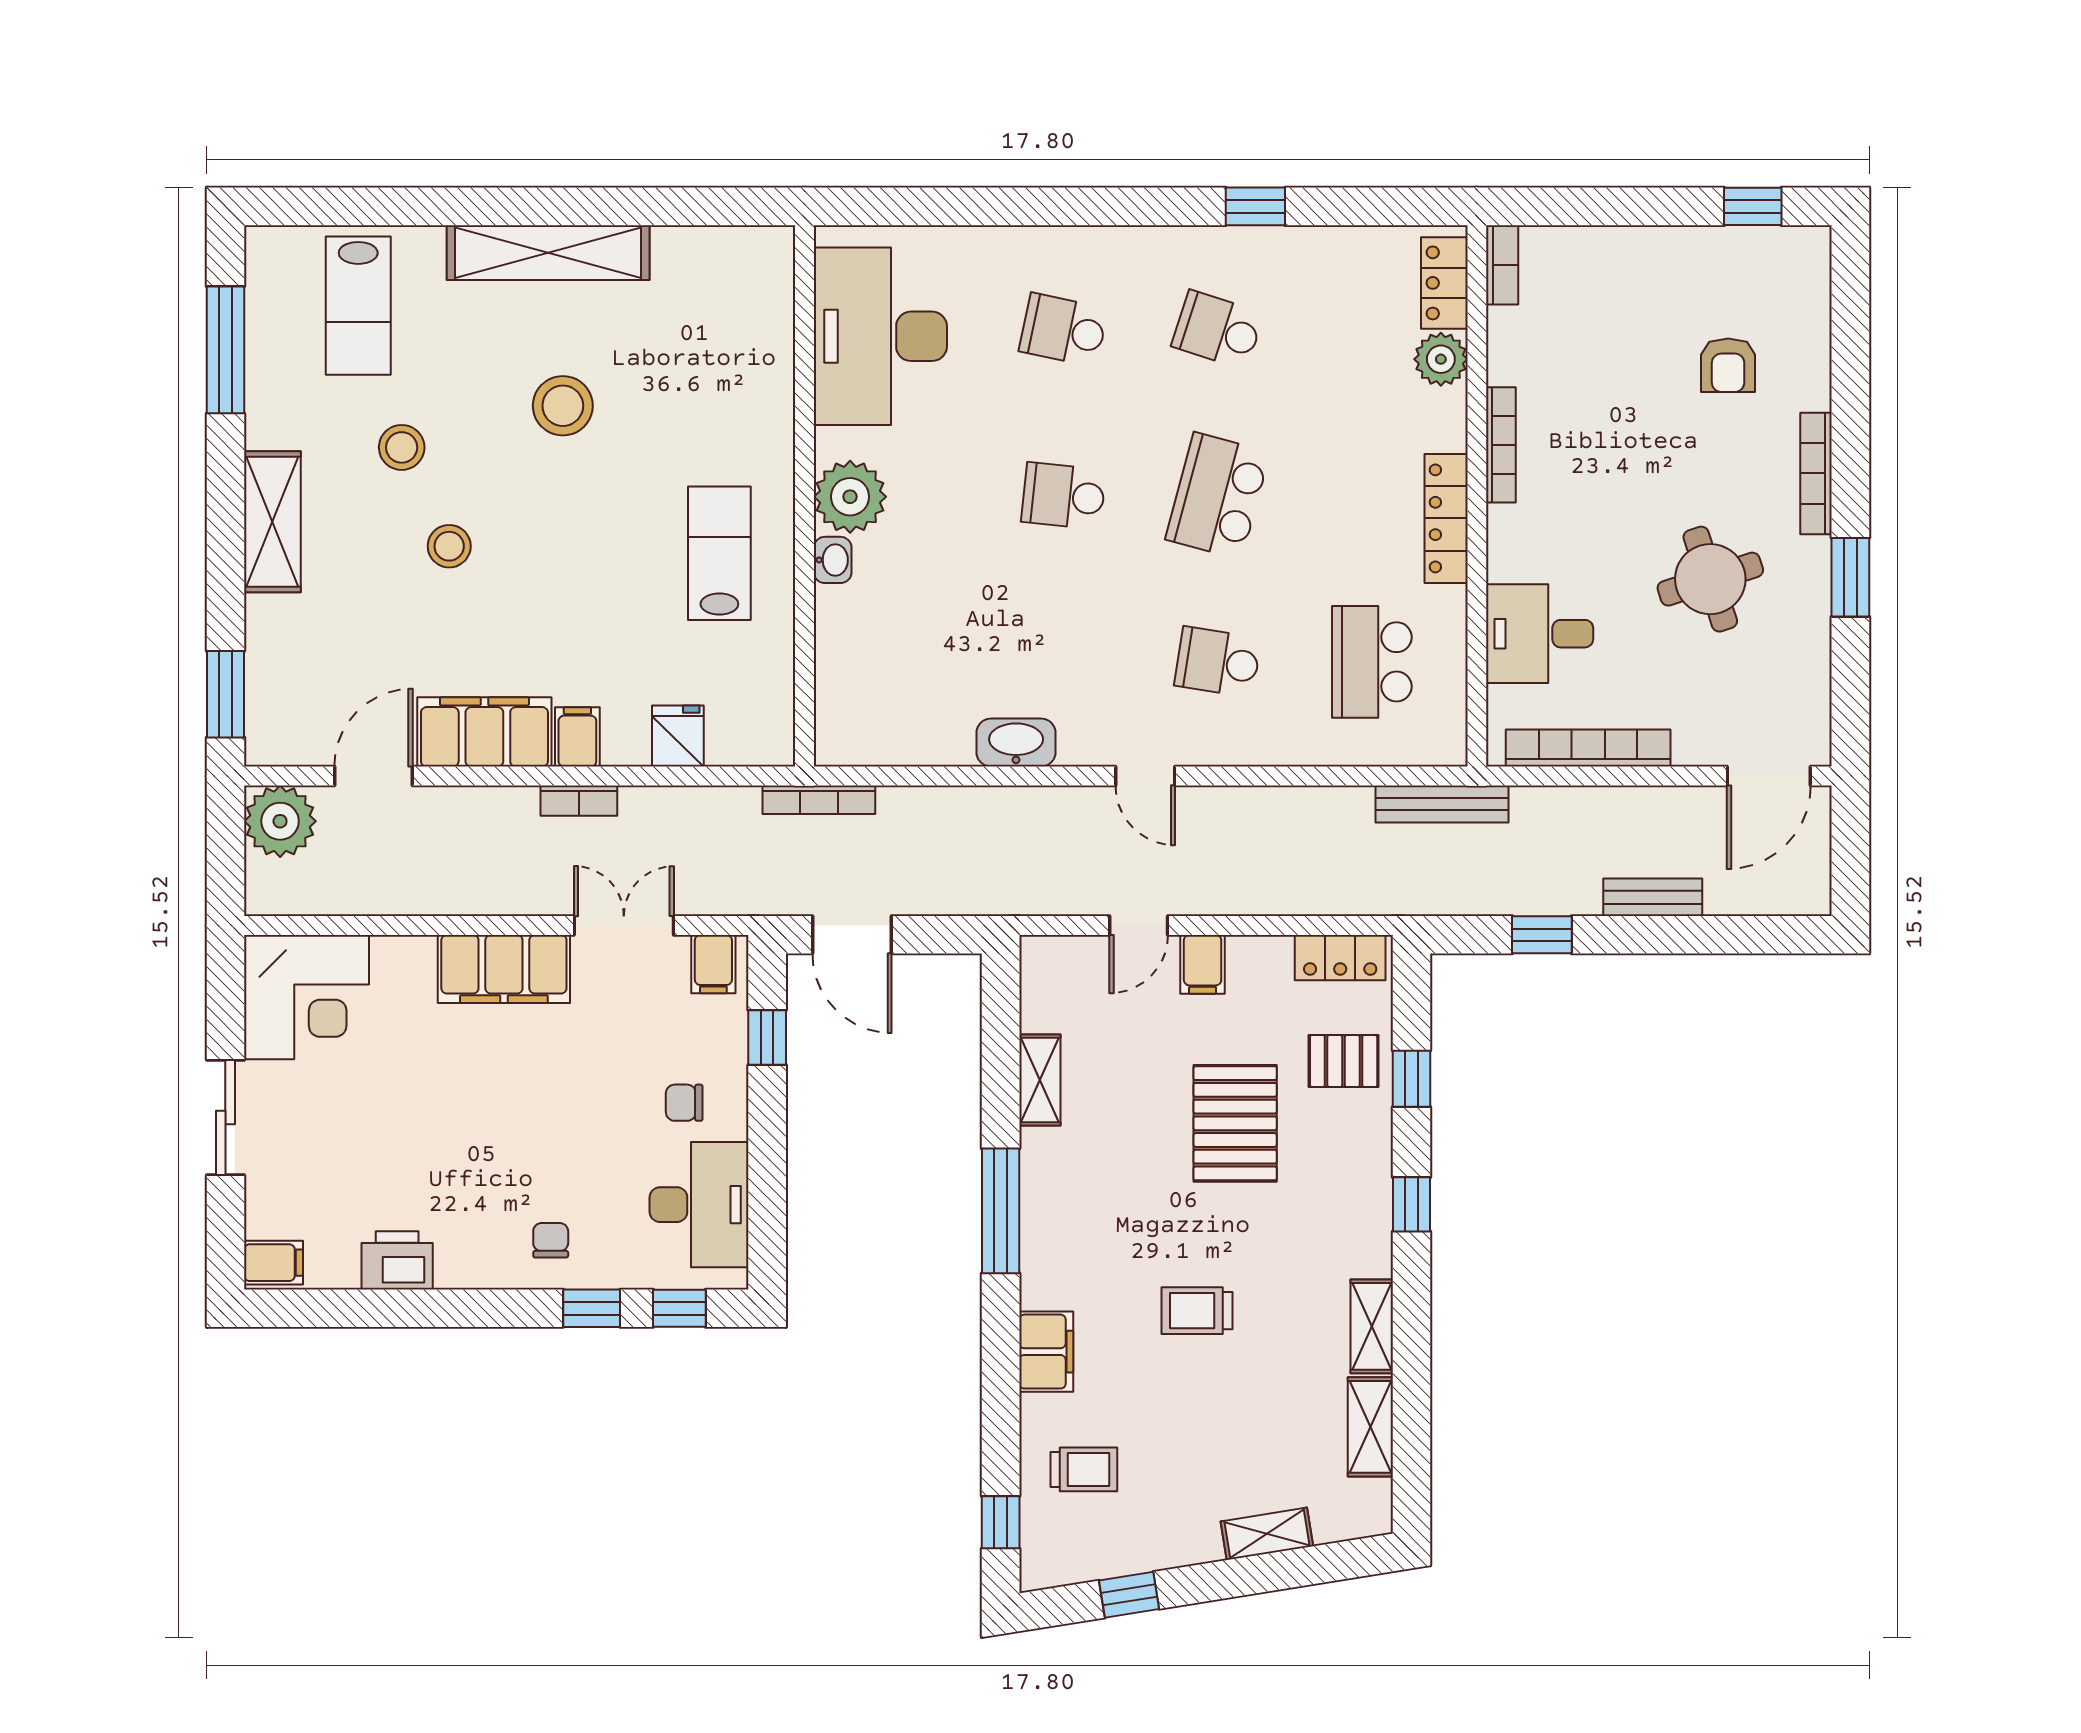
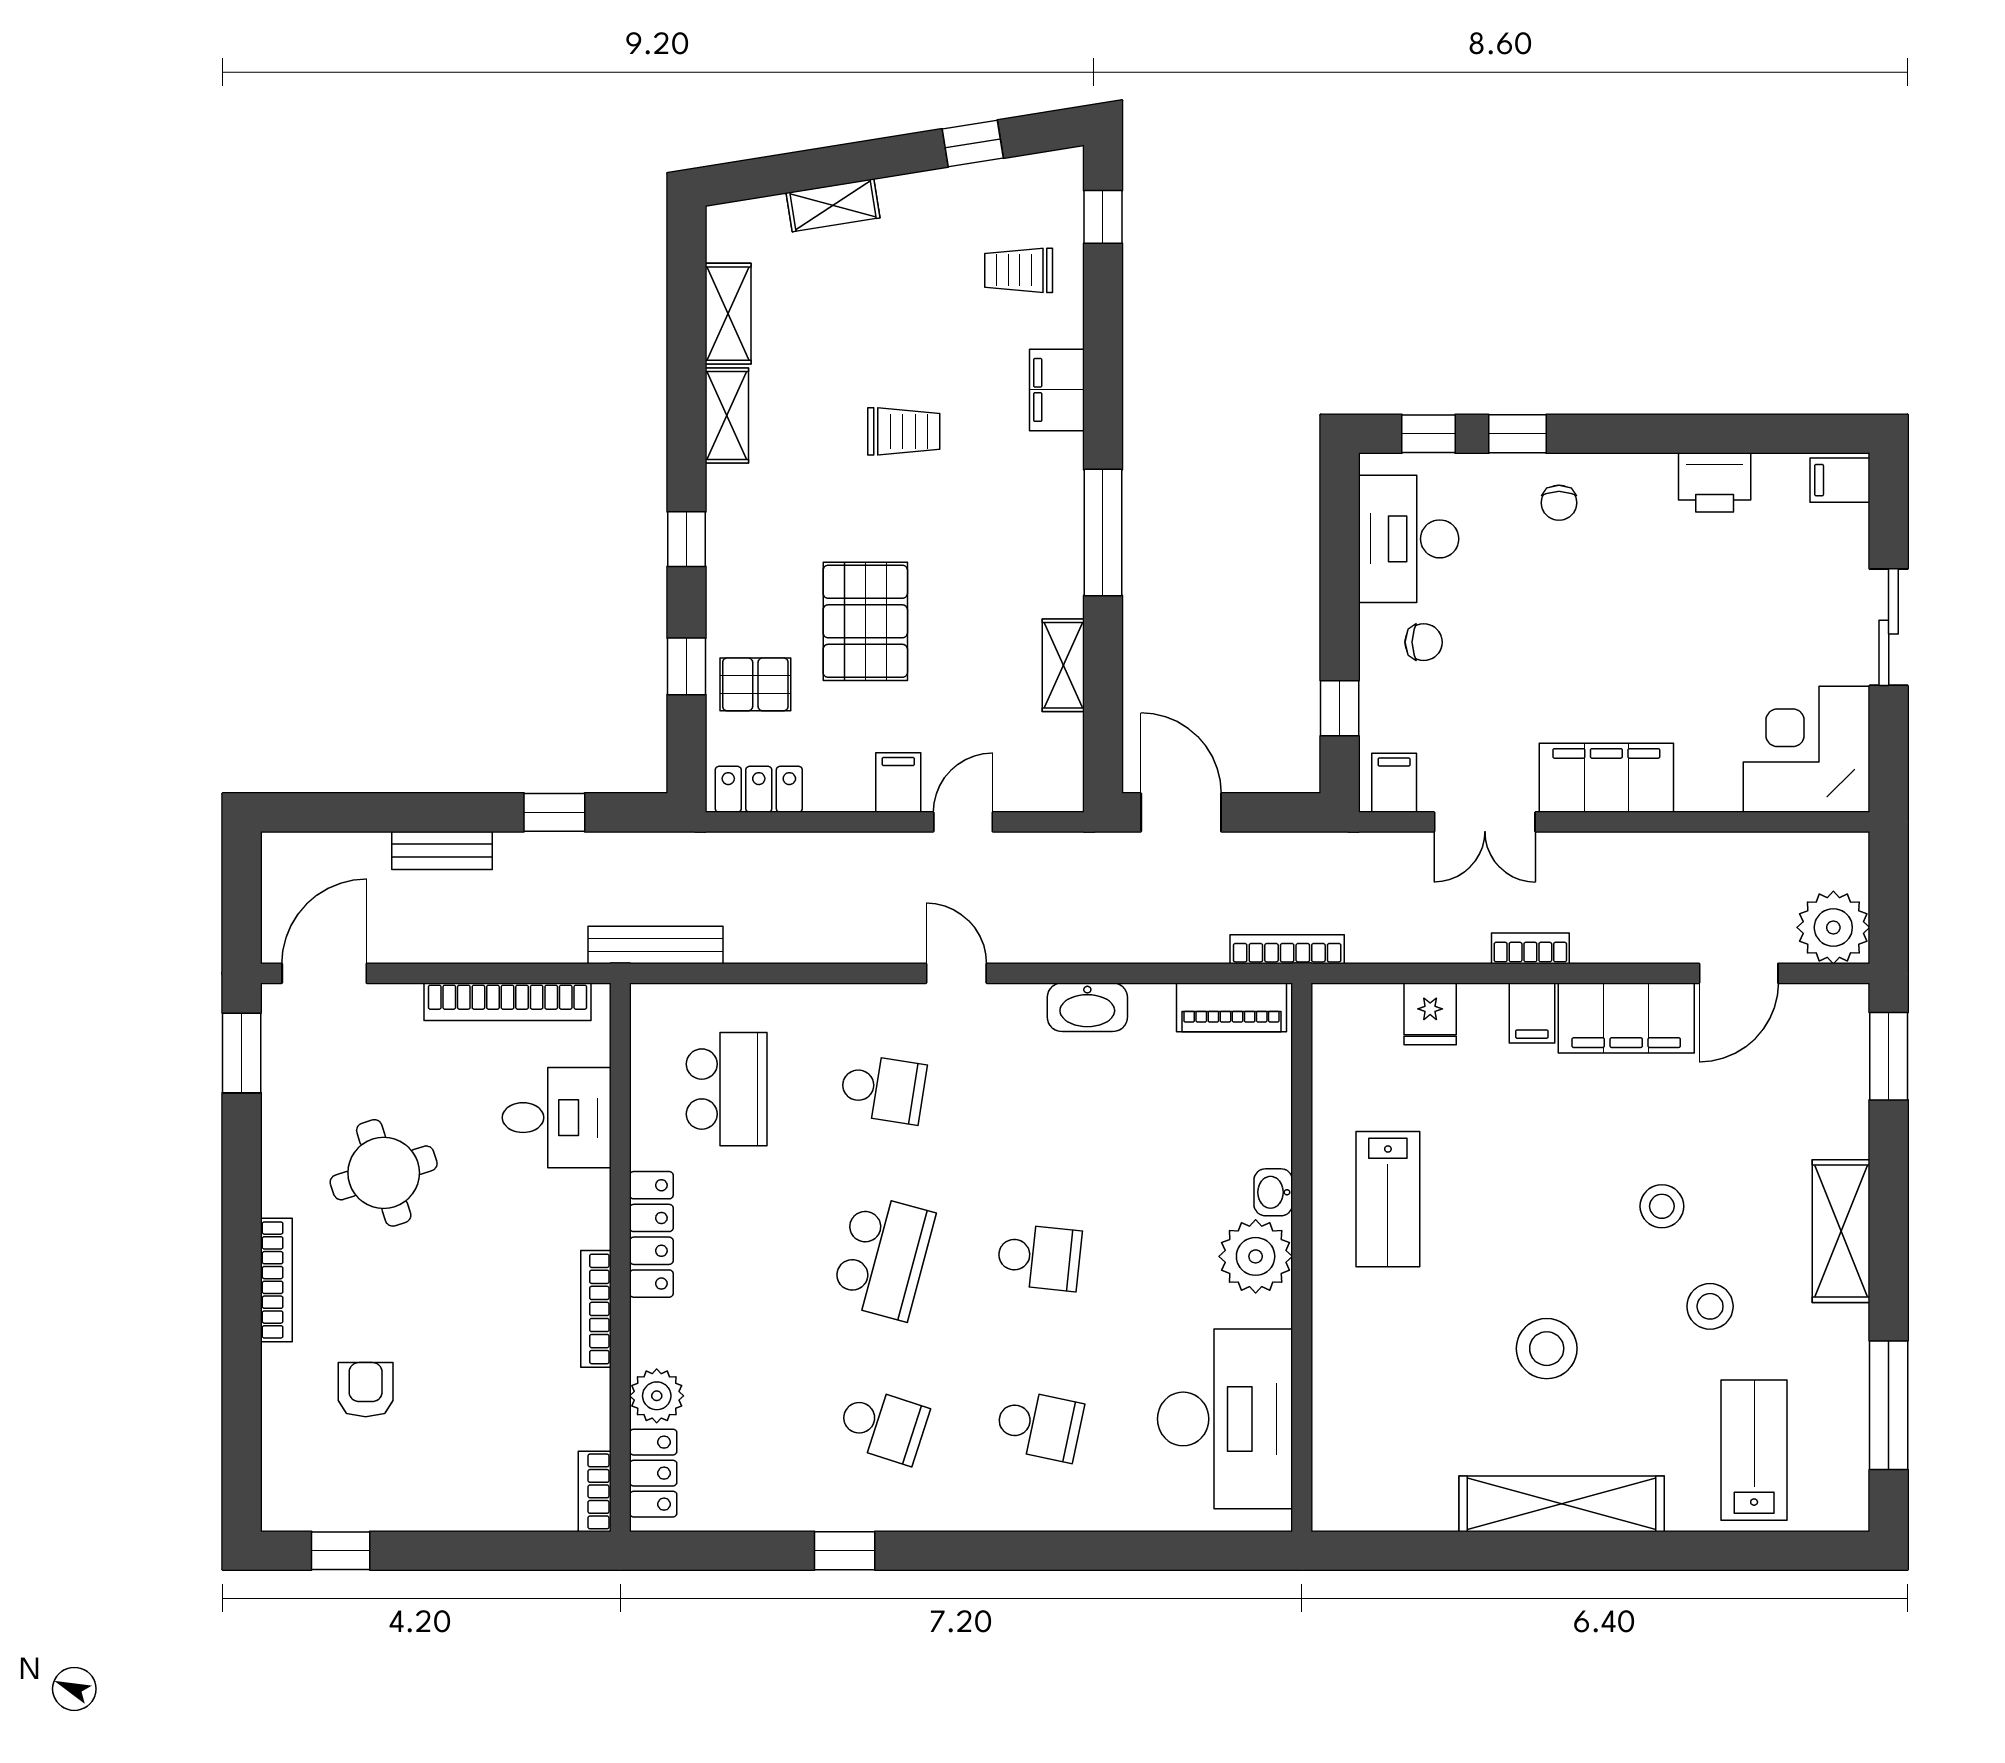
window: (1850, 577) -> (242, 1053), moved
piano: (874, 742) -> (1231, 1007), added
door: (852, 935) -> (1181, 812), moved

